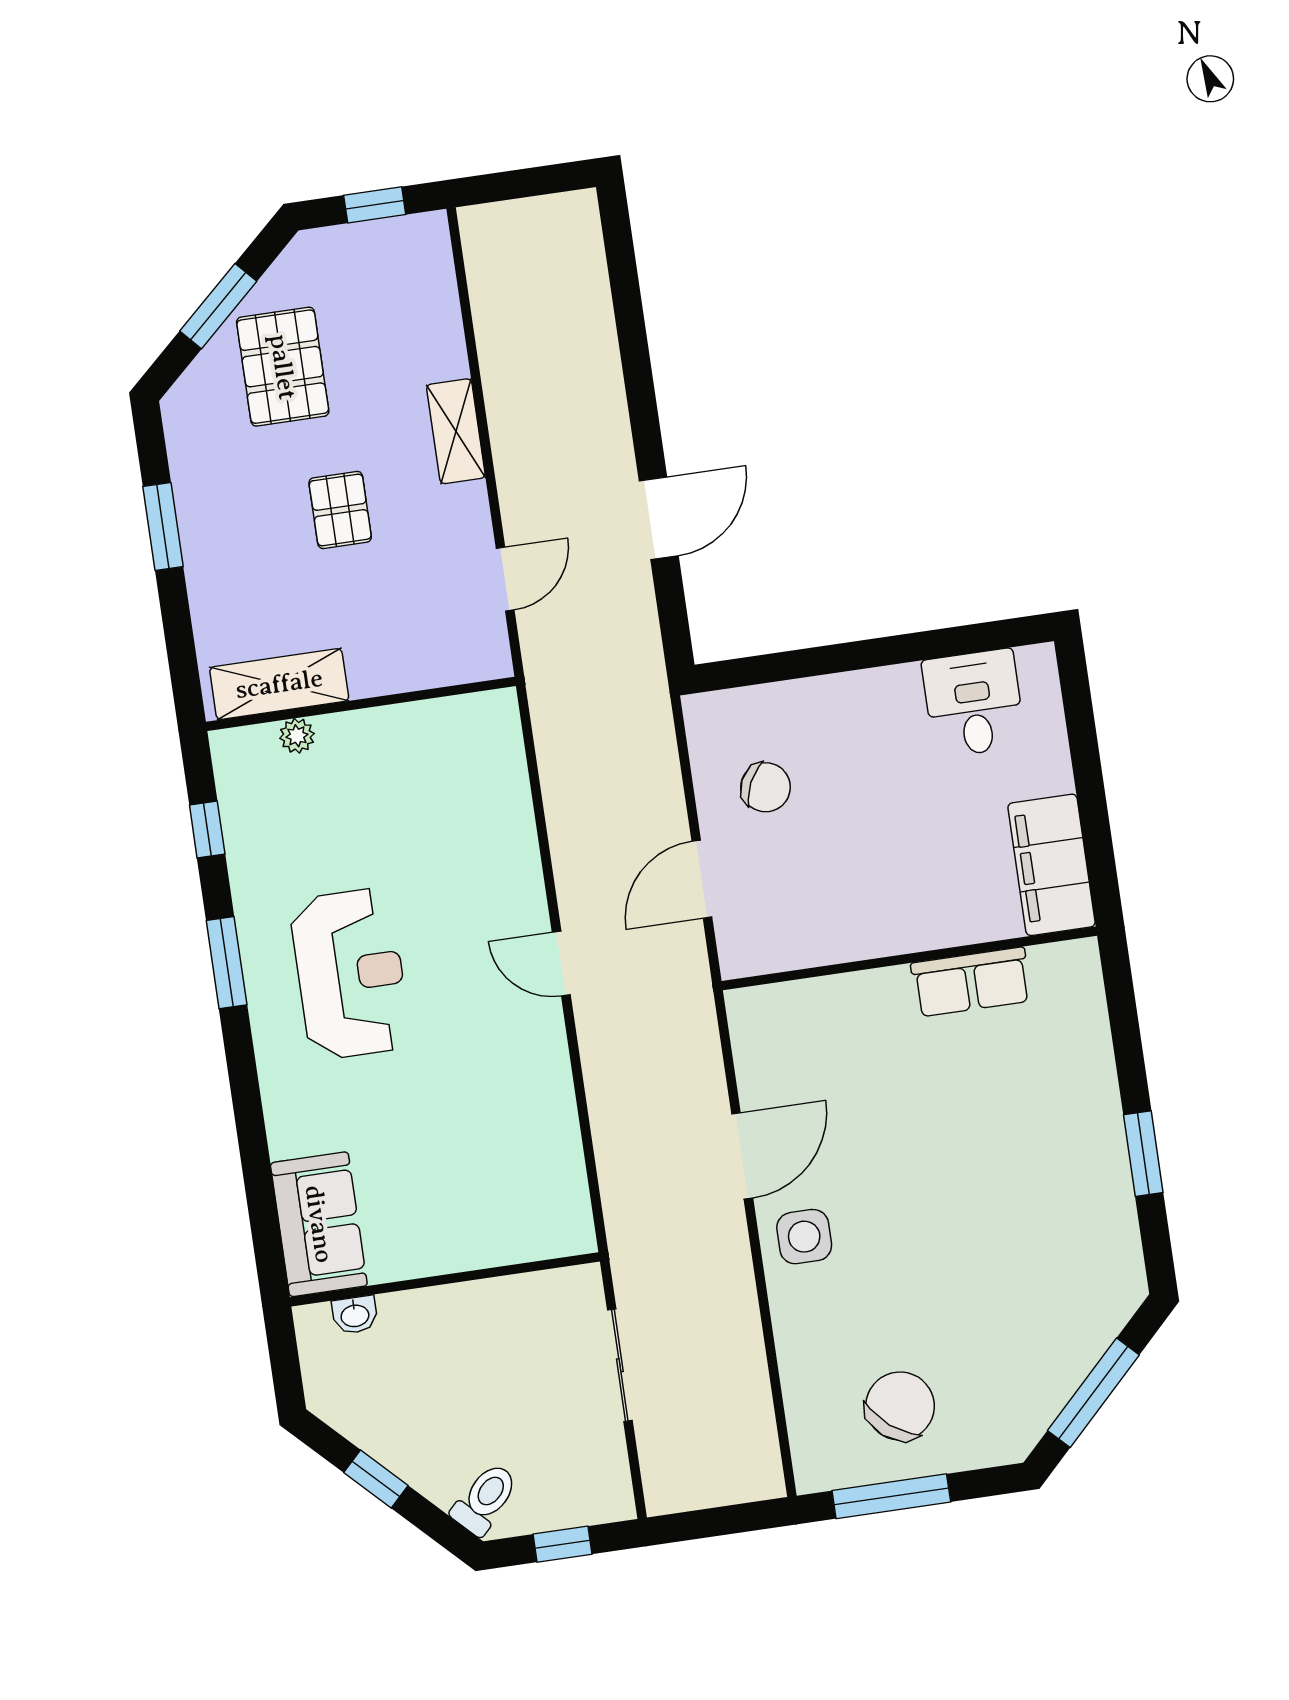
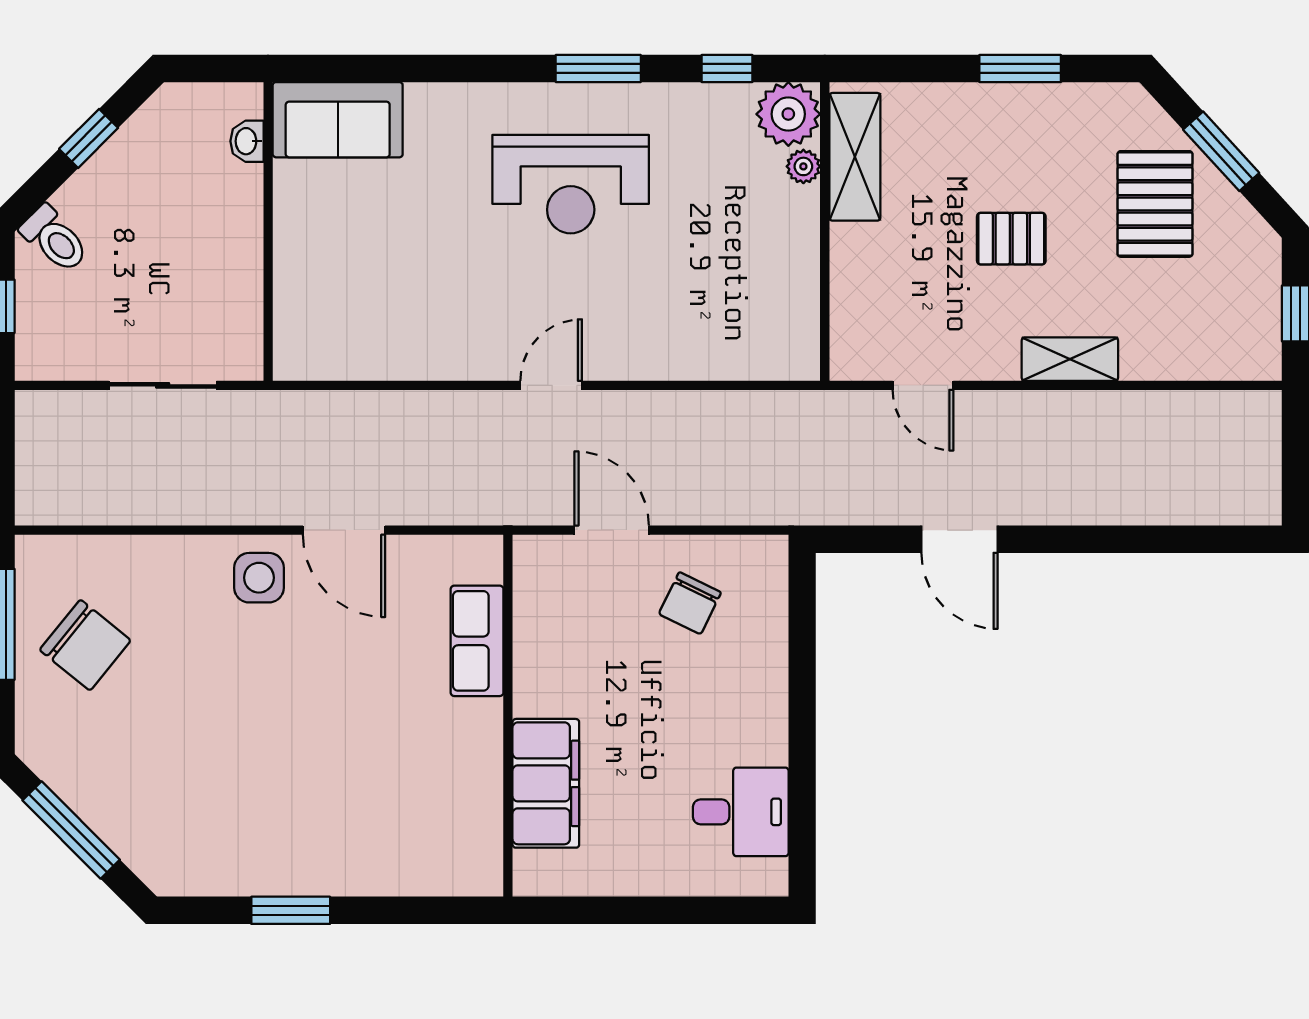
pallet: (283, 367) -> (1155, 204), turned 90
plant: (245, 759) -> (788, 114), added
filing cabinet: (1052, 865) -> (546, 783), moved, turned 90
row of seats: (971, 982) -> (477, 641), moved

